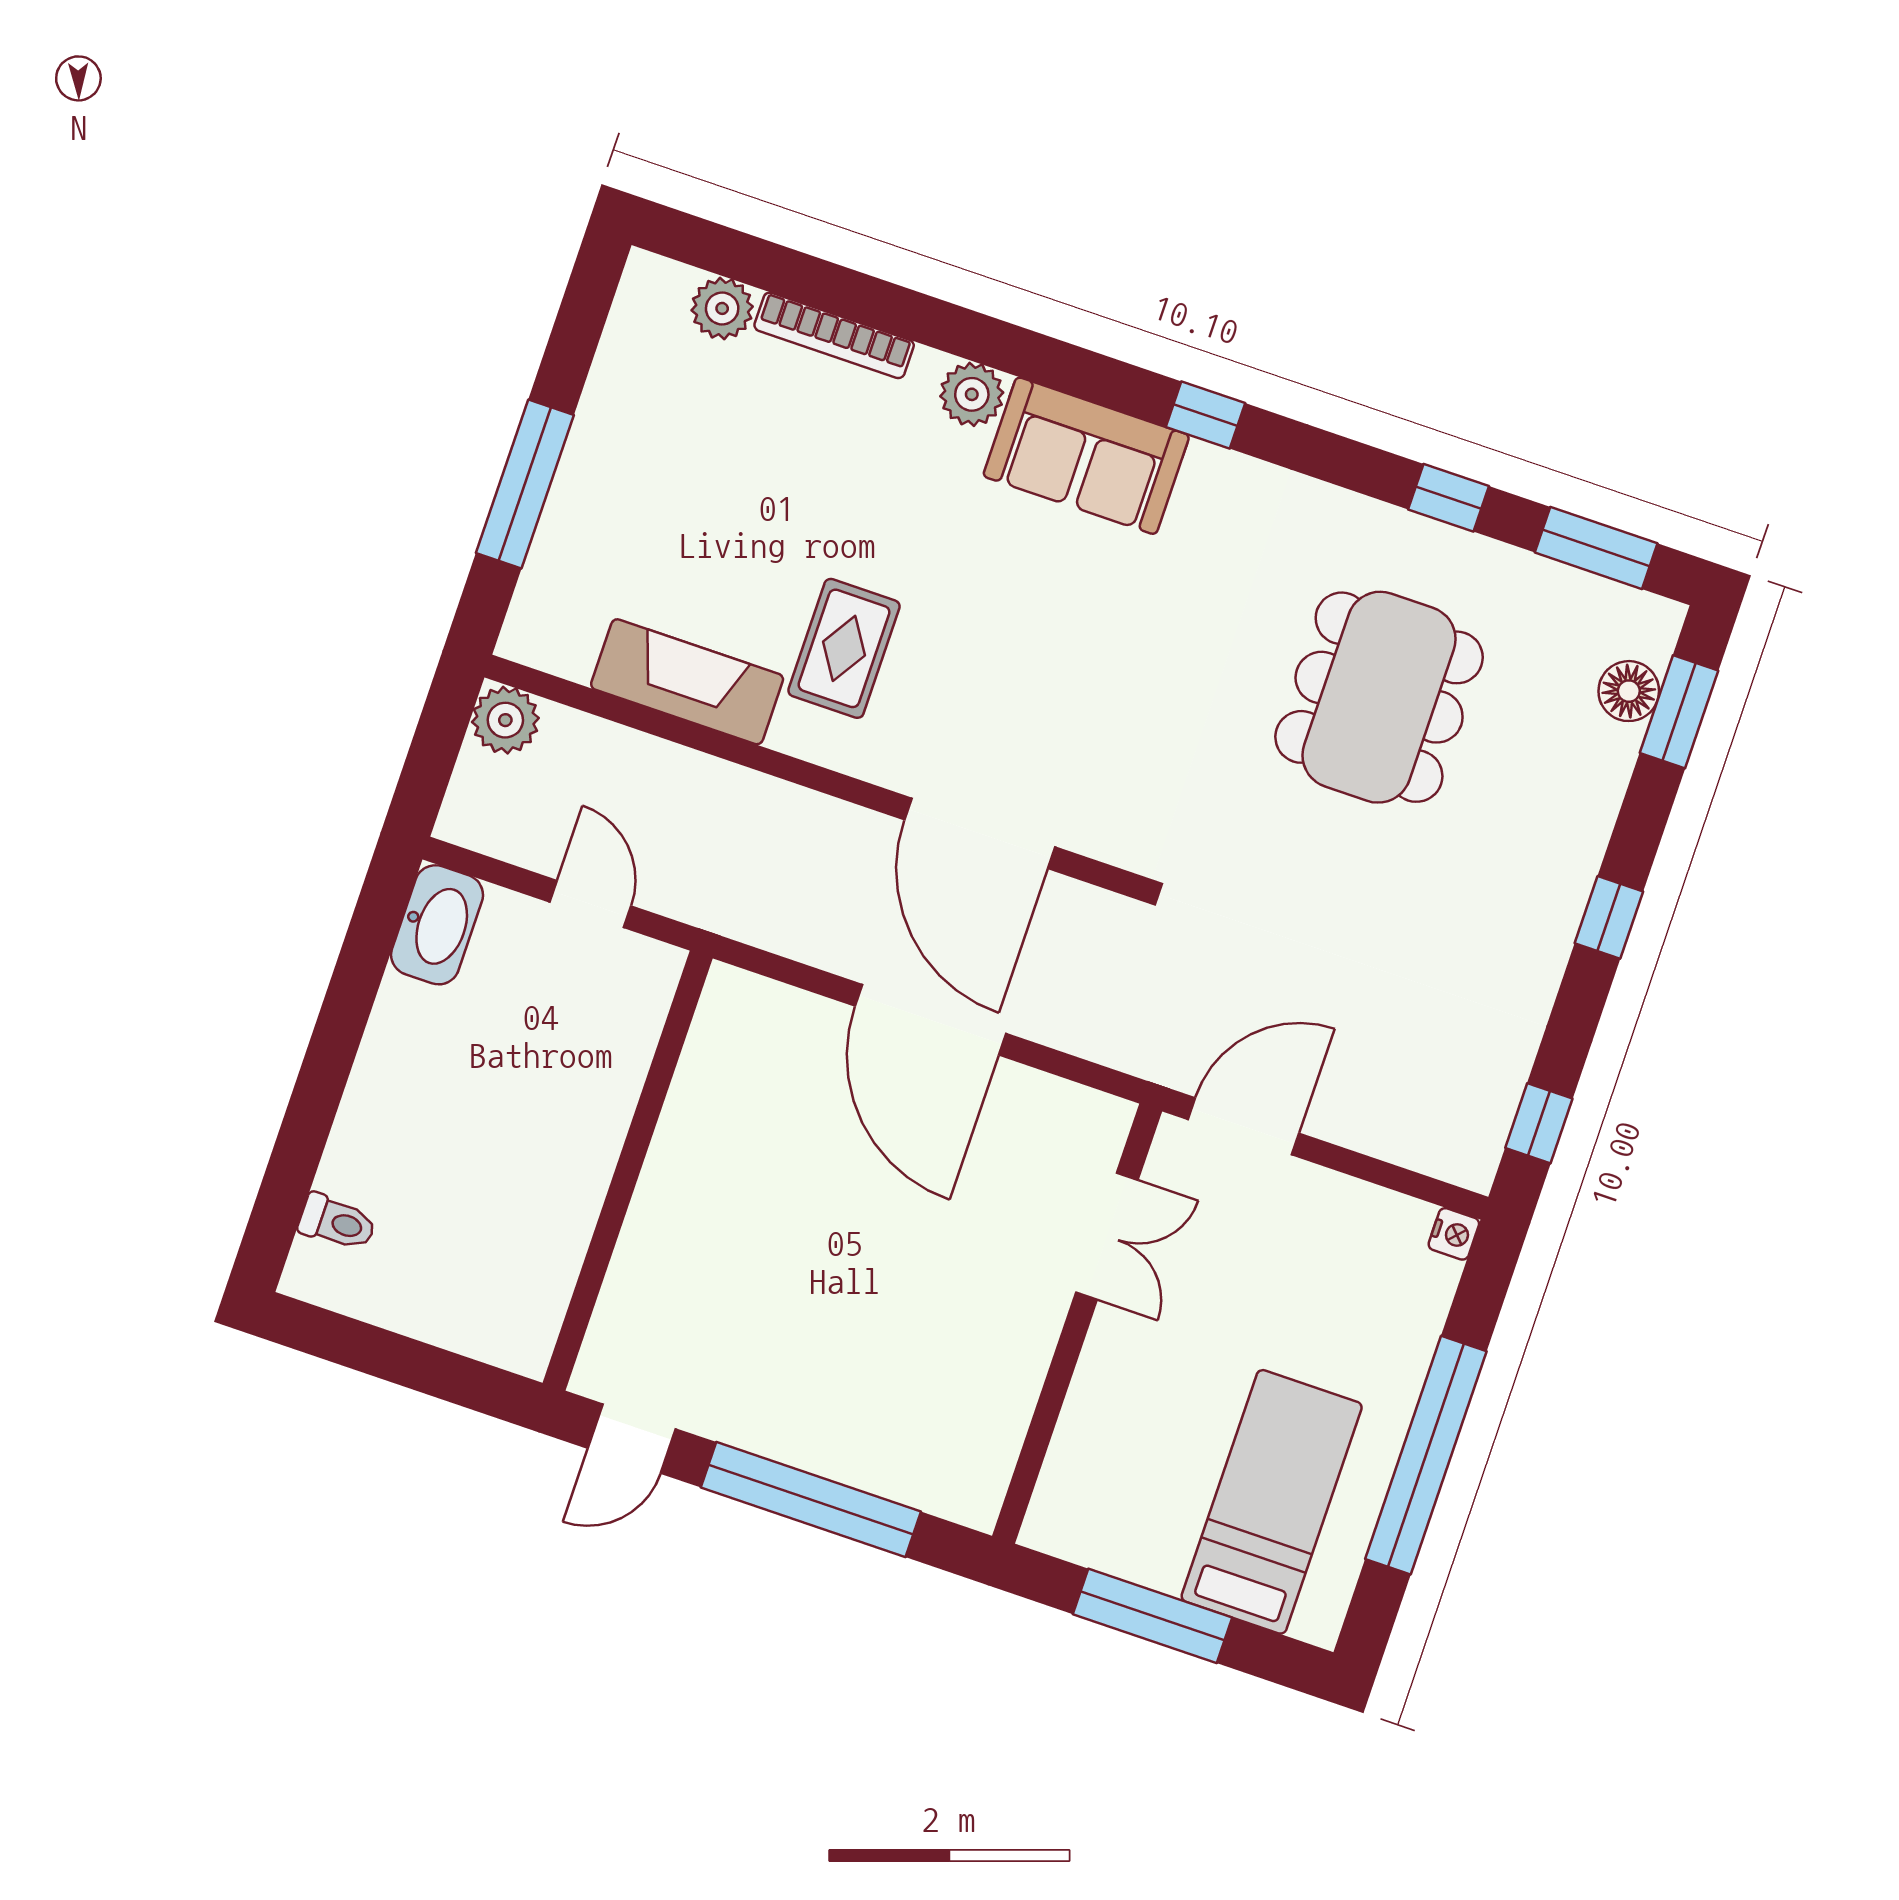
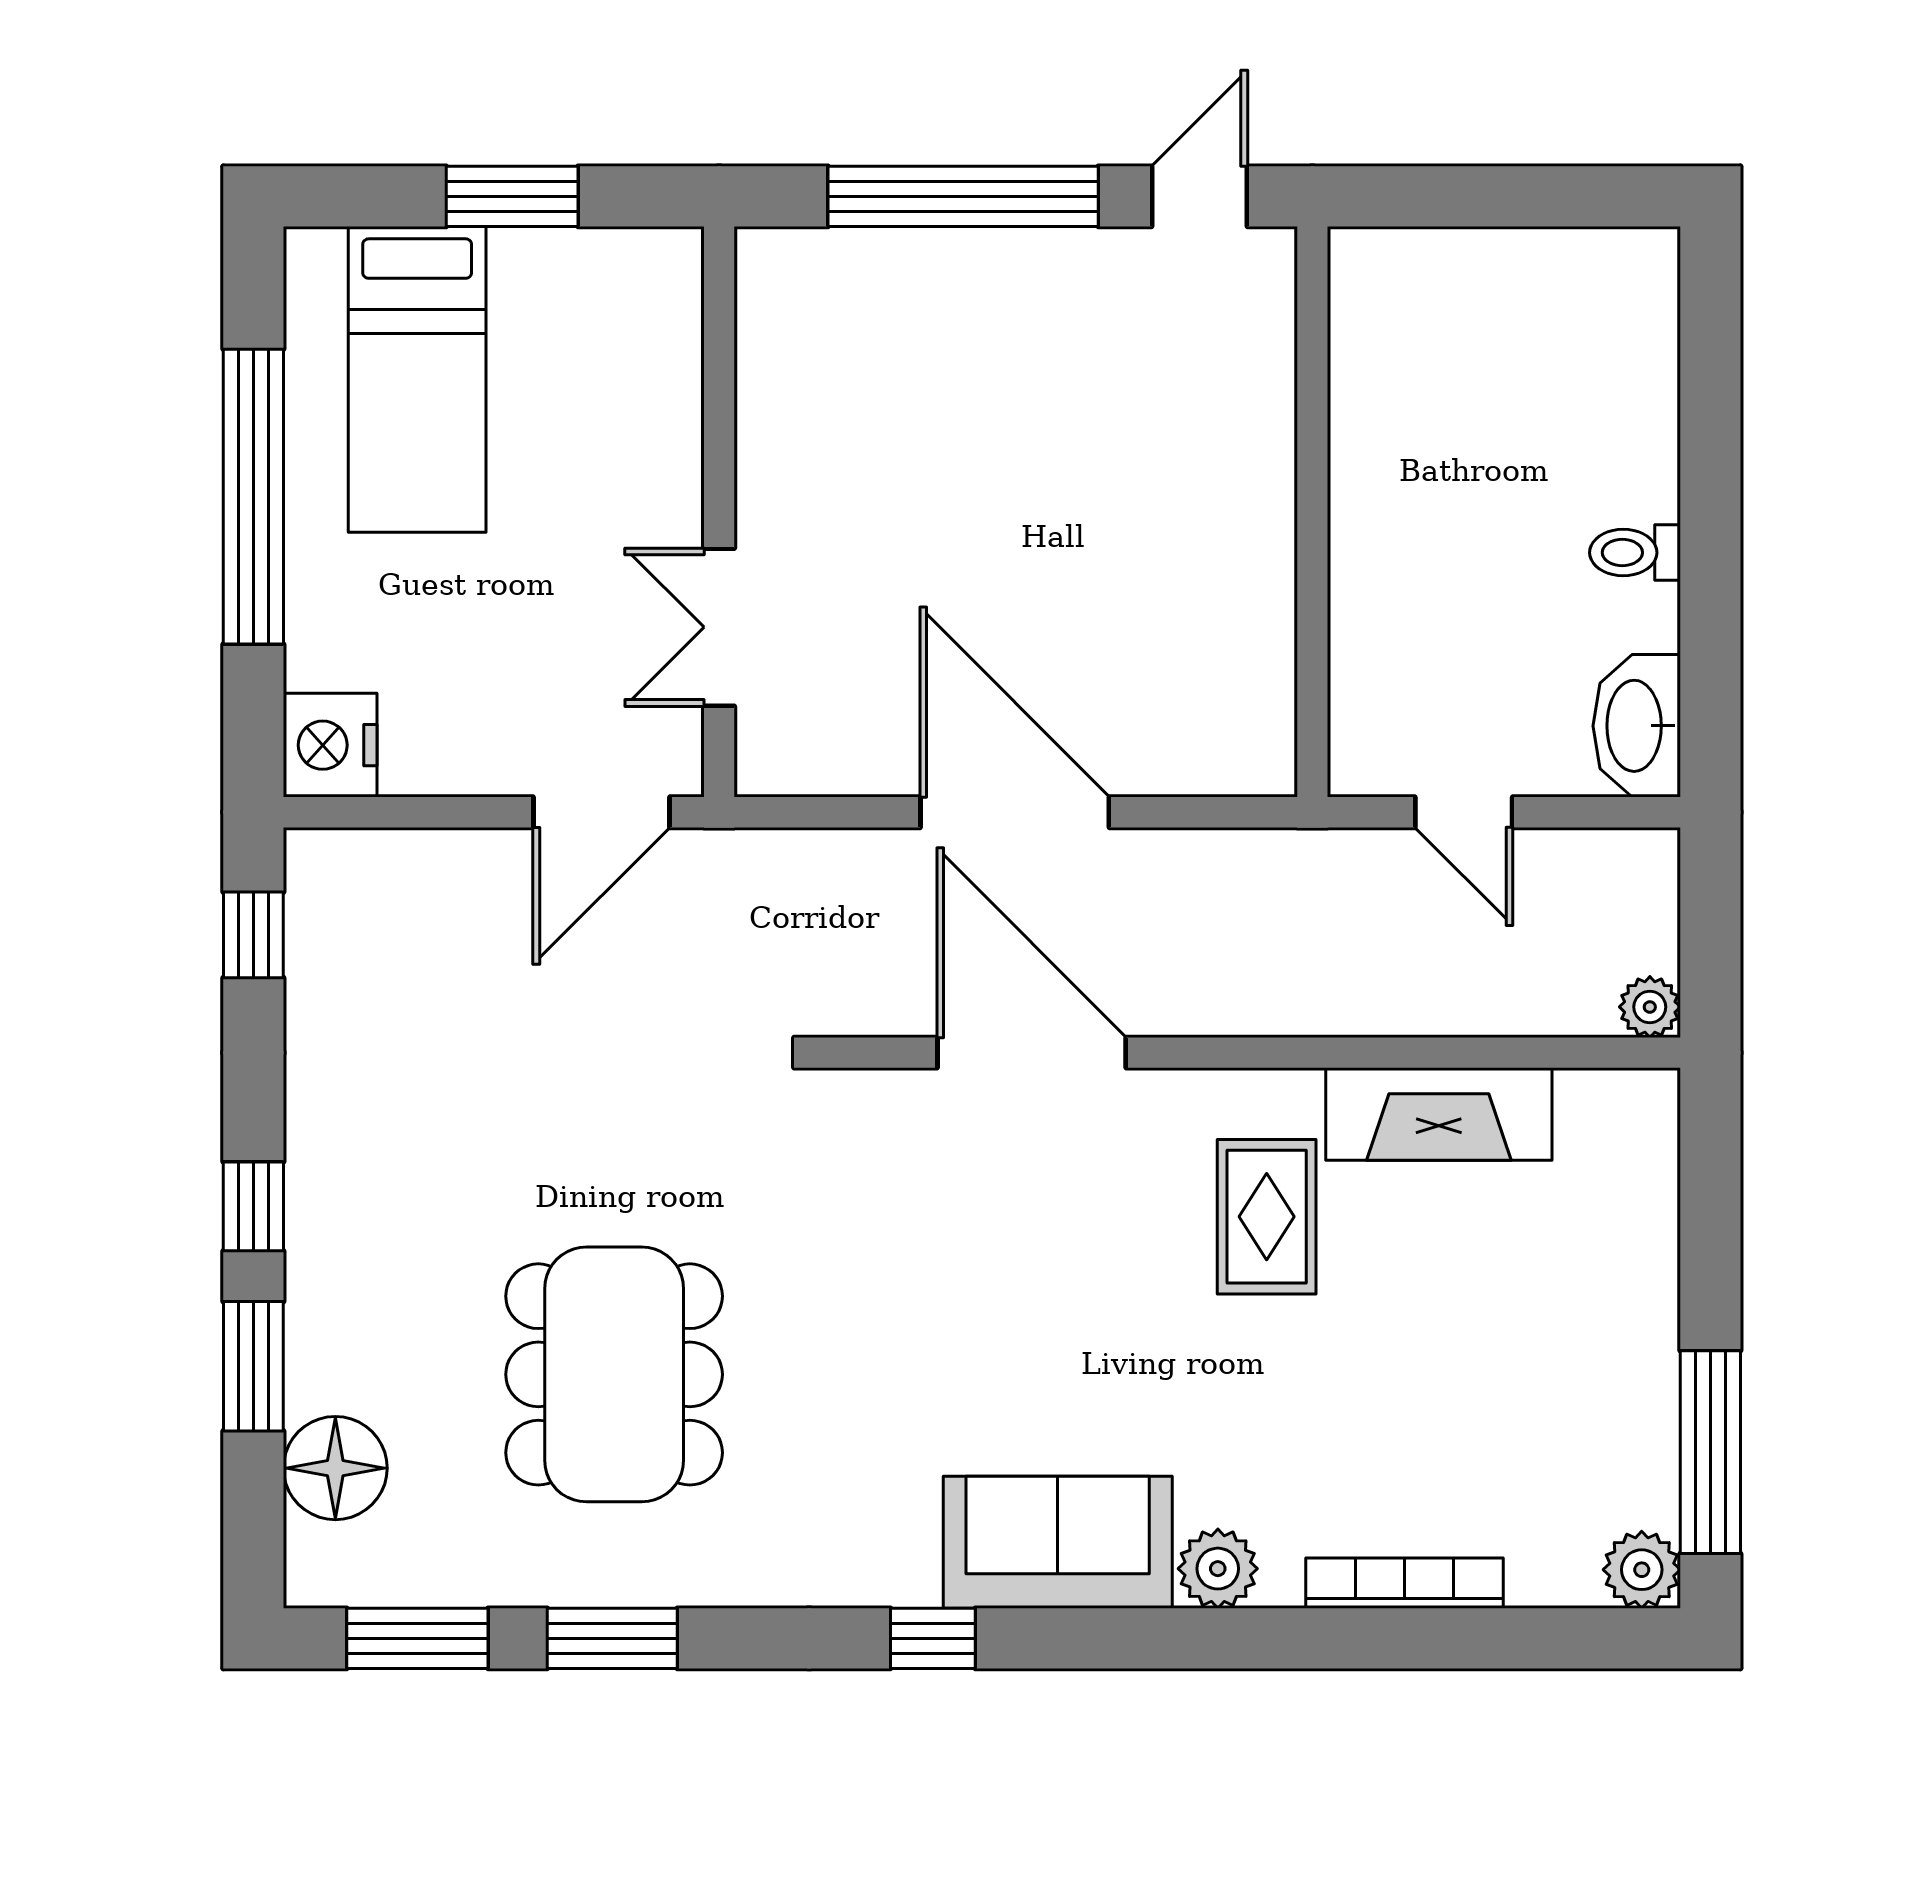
plant: (722, 308) -> (1642, 1570), moved
window: (525, 484) -> (1710, 1452), moved
window: (1448, 498) -> (612, 1638), width x1.50
floor lamp: (1629, 691) -> (335, 1468), width x1.38, depth x1.38
window: (1679, 712) -> (253, 1366), moved
plant: (505, 720) -> (1650, 1007), width x0.73, depth x0.73
toilet: (337, 1222) -> (1635, 553), moved
nightstand: (1454, 1234) -> (330, 745), width x1.89, depth x1.79
window: (1153, 1616) -> (512, 196), width x0.69

